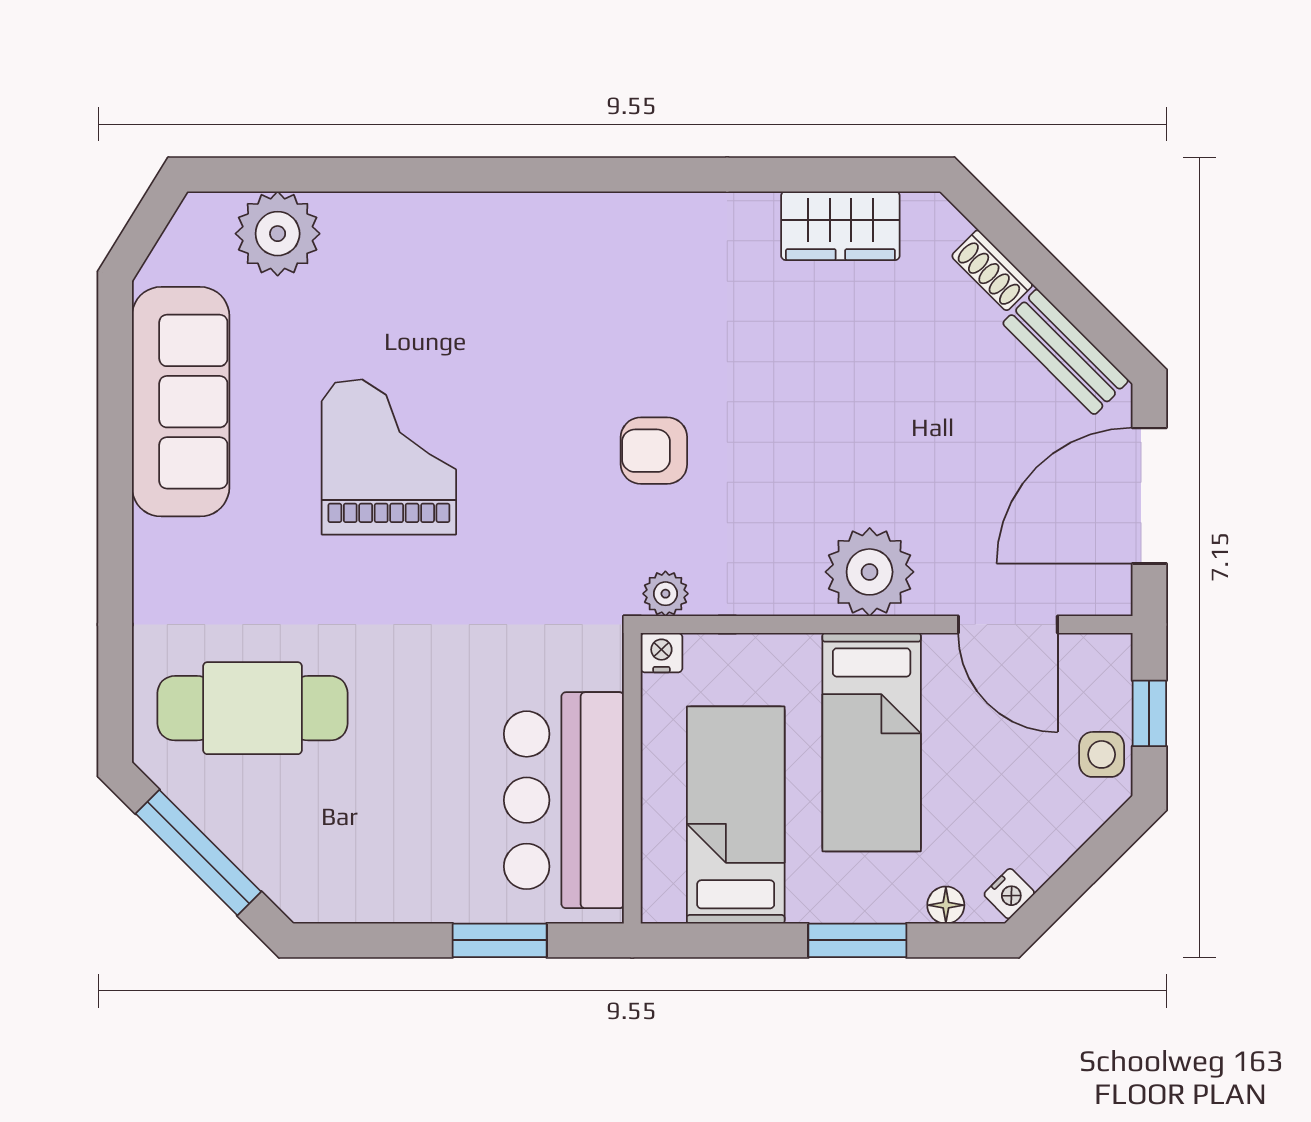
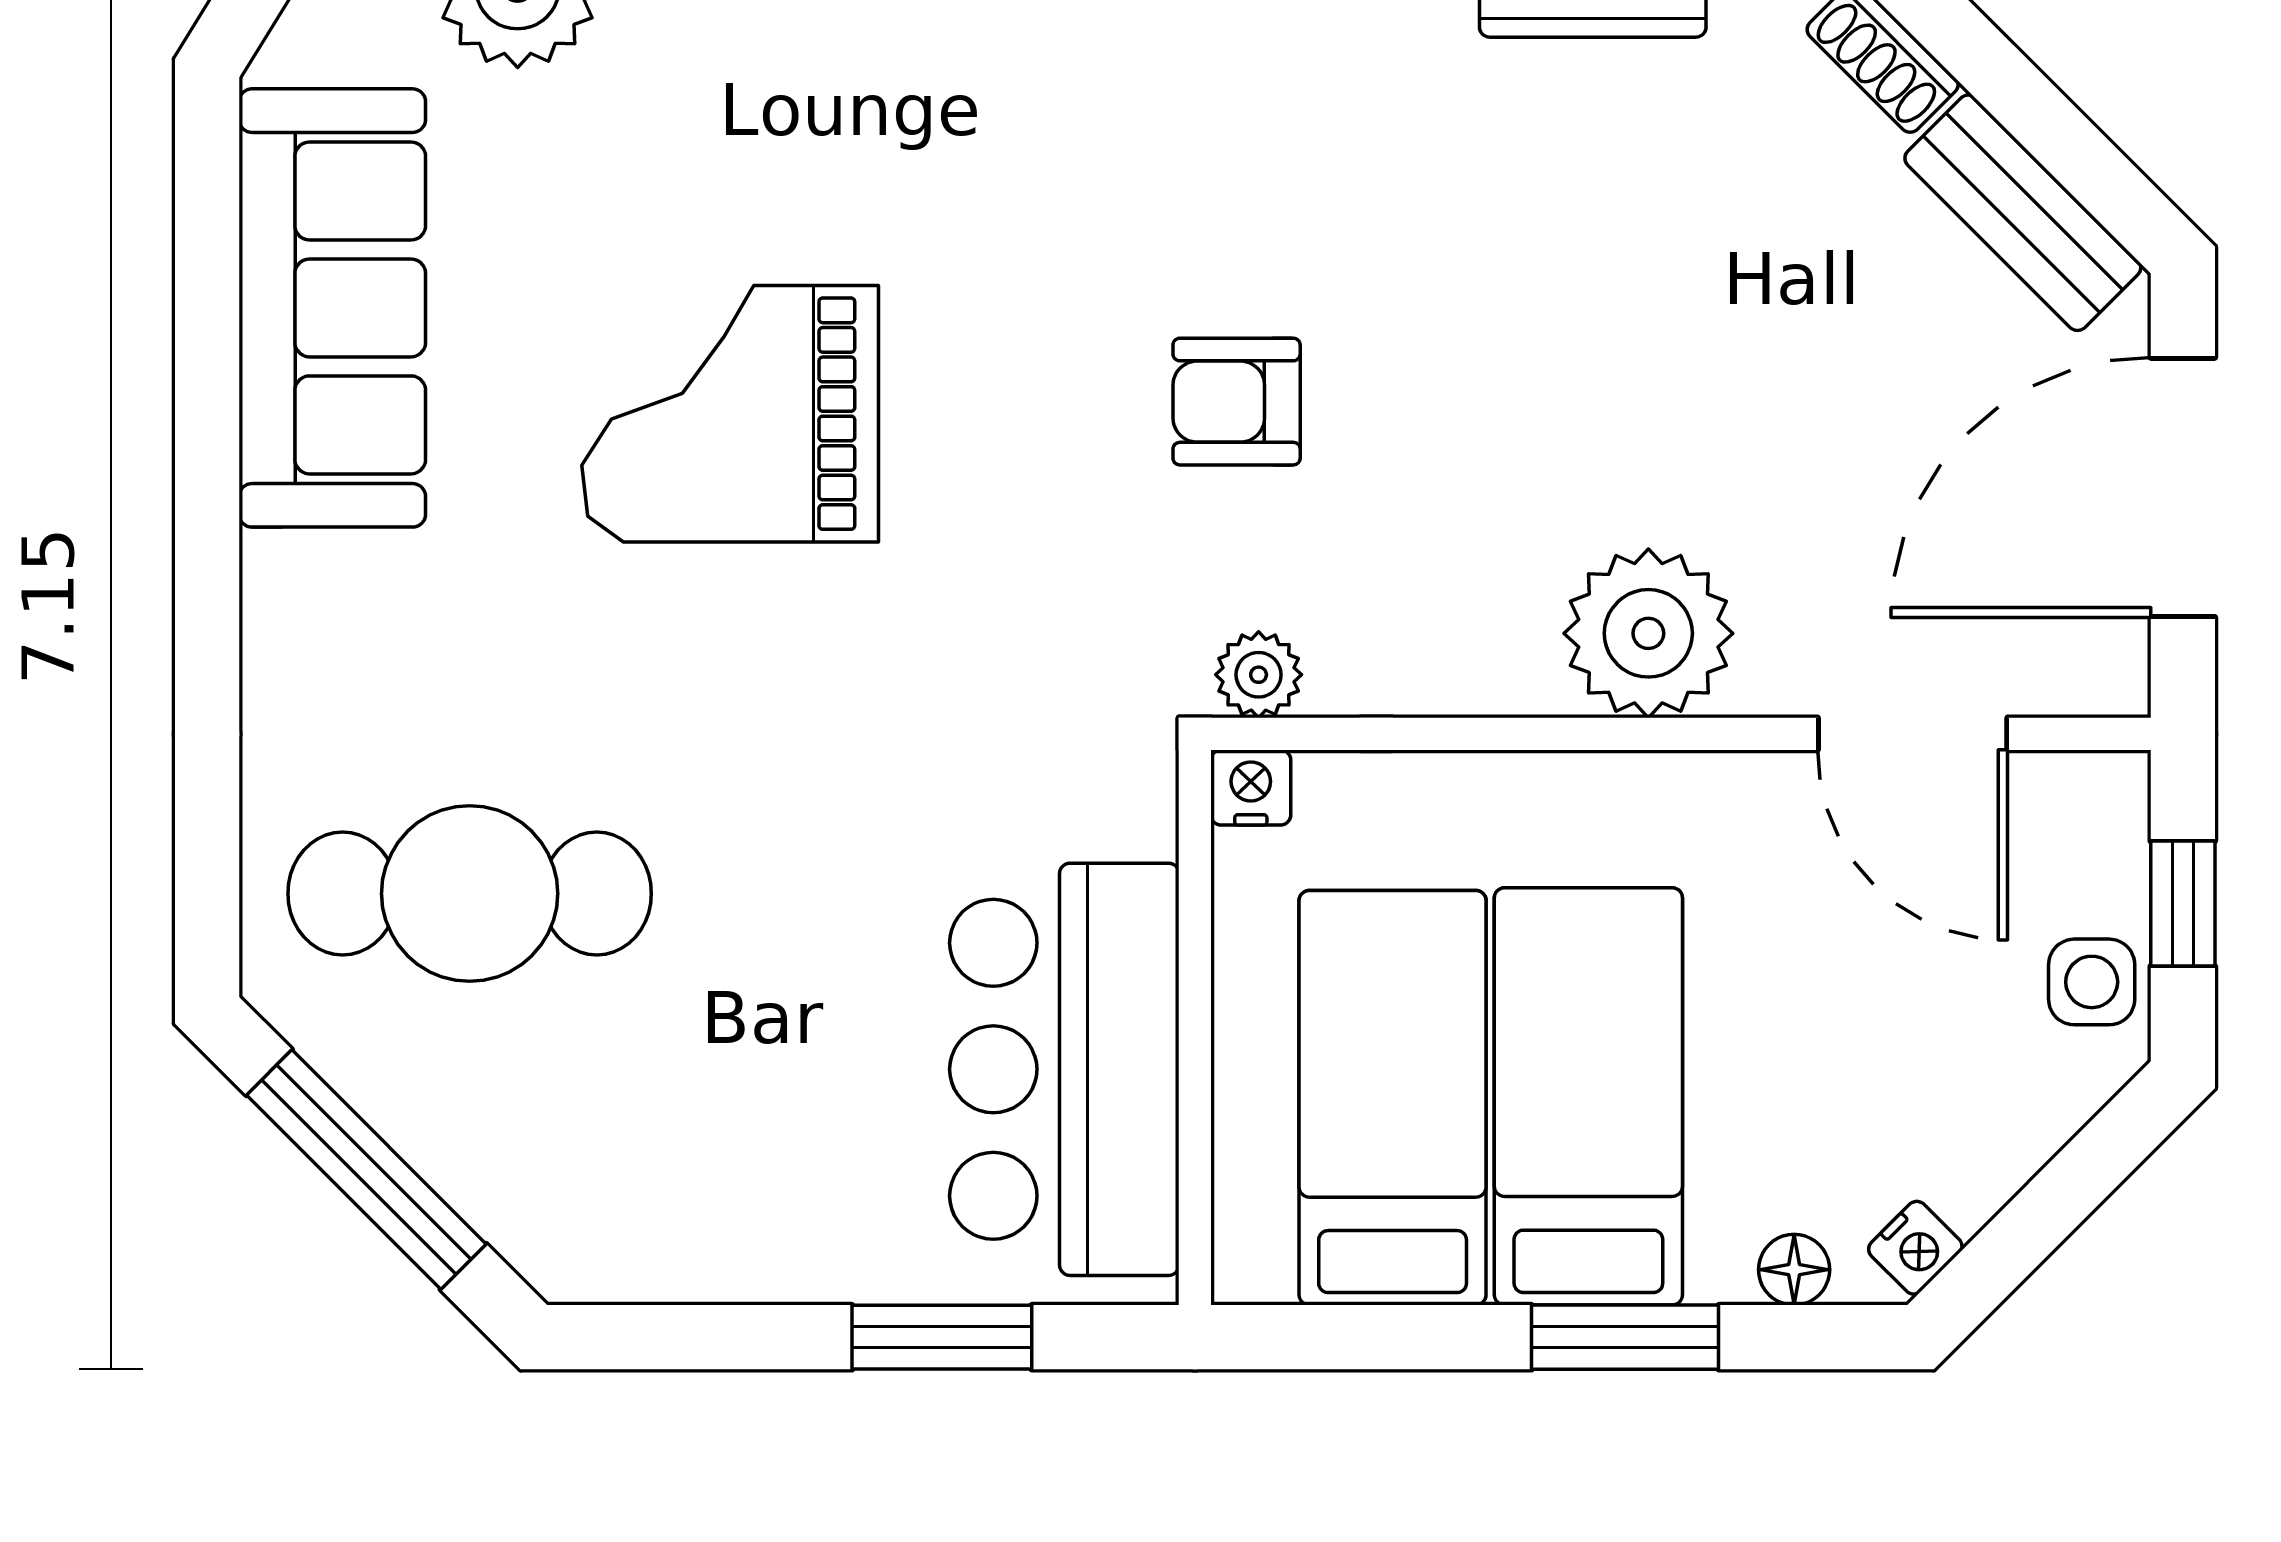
grand piano: (389, 457) -> (730, 414), turned -90
bed: (872, 742) -> (1588, 1096), moved, turned 180

